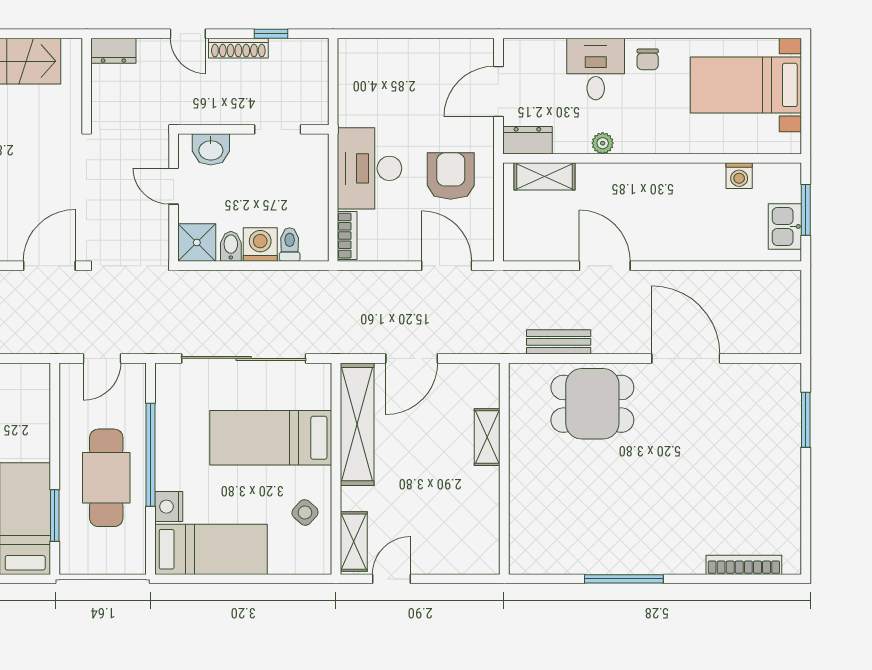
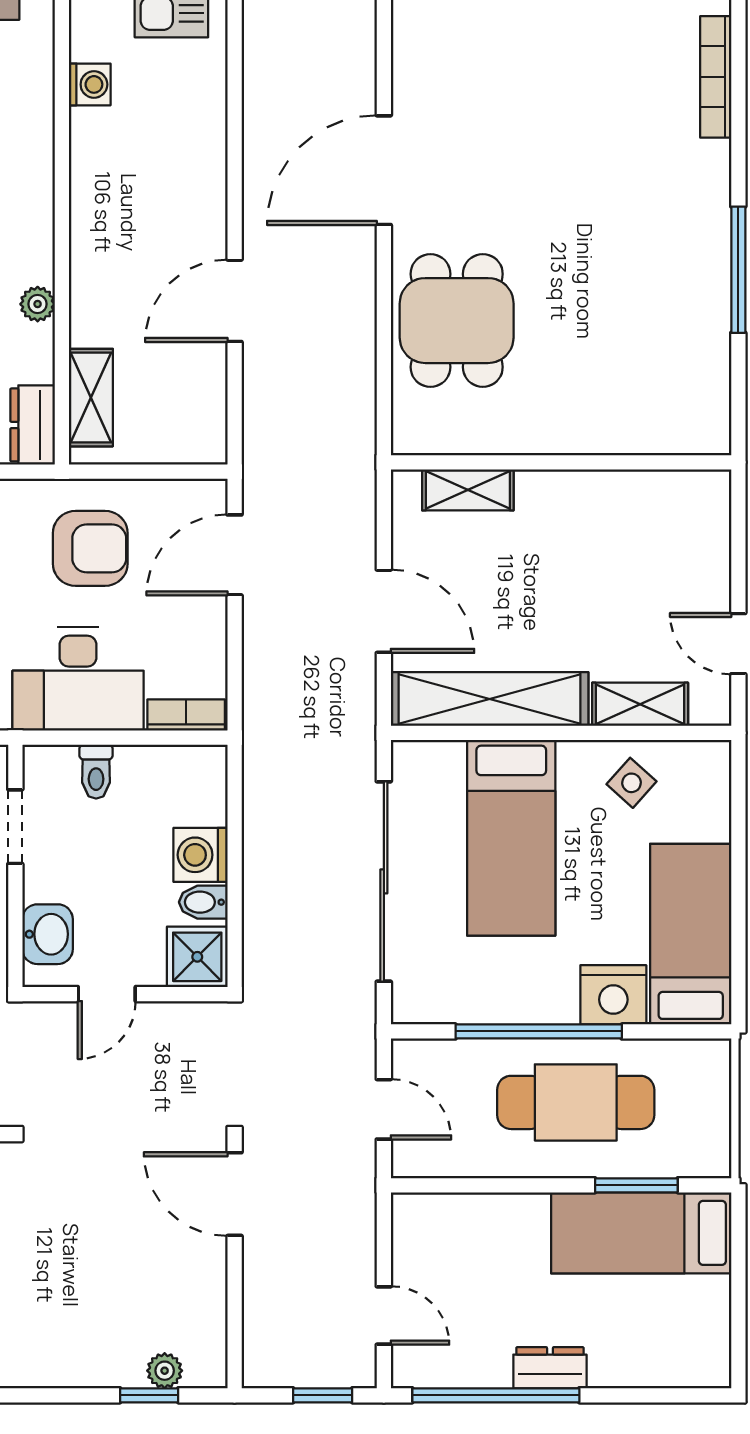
armchair: (451, 176) -> (90, 548), turned 180
toilet: (290, 245) -> (96, 772), moved, turned -90
bench: (559, 342) -> (357, 375), removed
shelving: (487, 437) -> (468, 490), moved
nightstand: (169, 507) -> (613, 995), width x1.36, depth x1.33
shelving: (354, 542) -> (640, 704), moved

